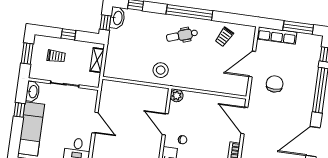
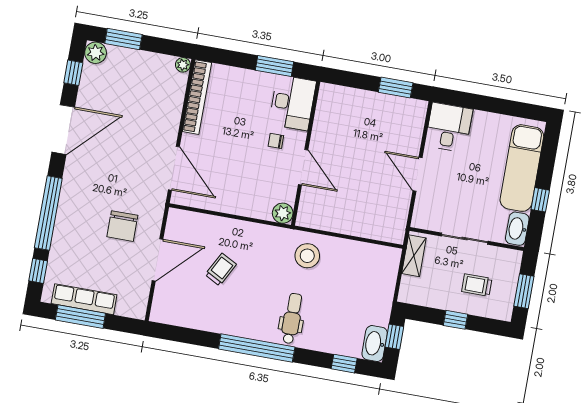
dental chair: (182, 35) -> (292, 318), moved, turned -71
row of seats: (277, 36) -> (84, 299), moved
trolley: (224, 37) -> (221, 269), moved
shelving: (97, 60) -> (414, 256), moved

